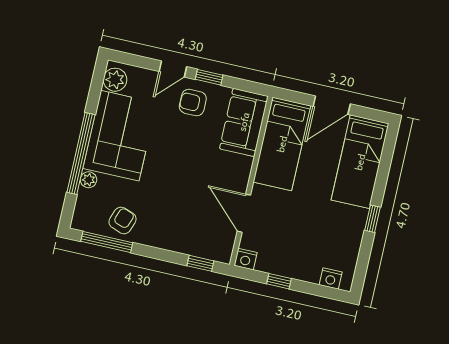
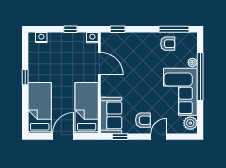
window: (209, 77) -> (120, 137), moved
armchair: (123, 220) -> (168, 44), turned -110

